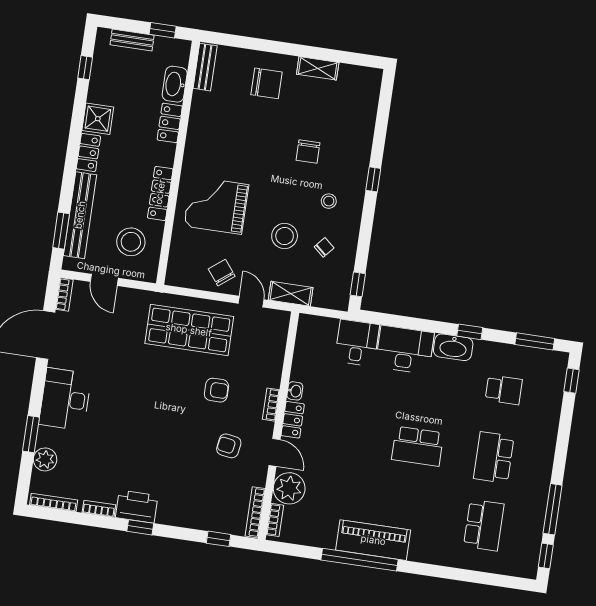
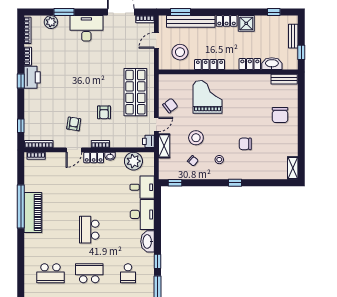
shelving: (318, 68) -> (293, 168), moved
printer: (279, 320) -> (148, 141), added
window: (470, 332) -> (158, 261), moved
plant: (289, 488) -> (133, 161), moved

